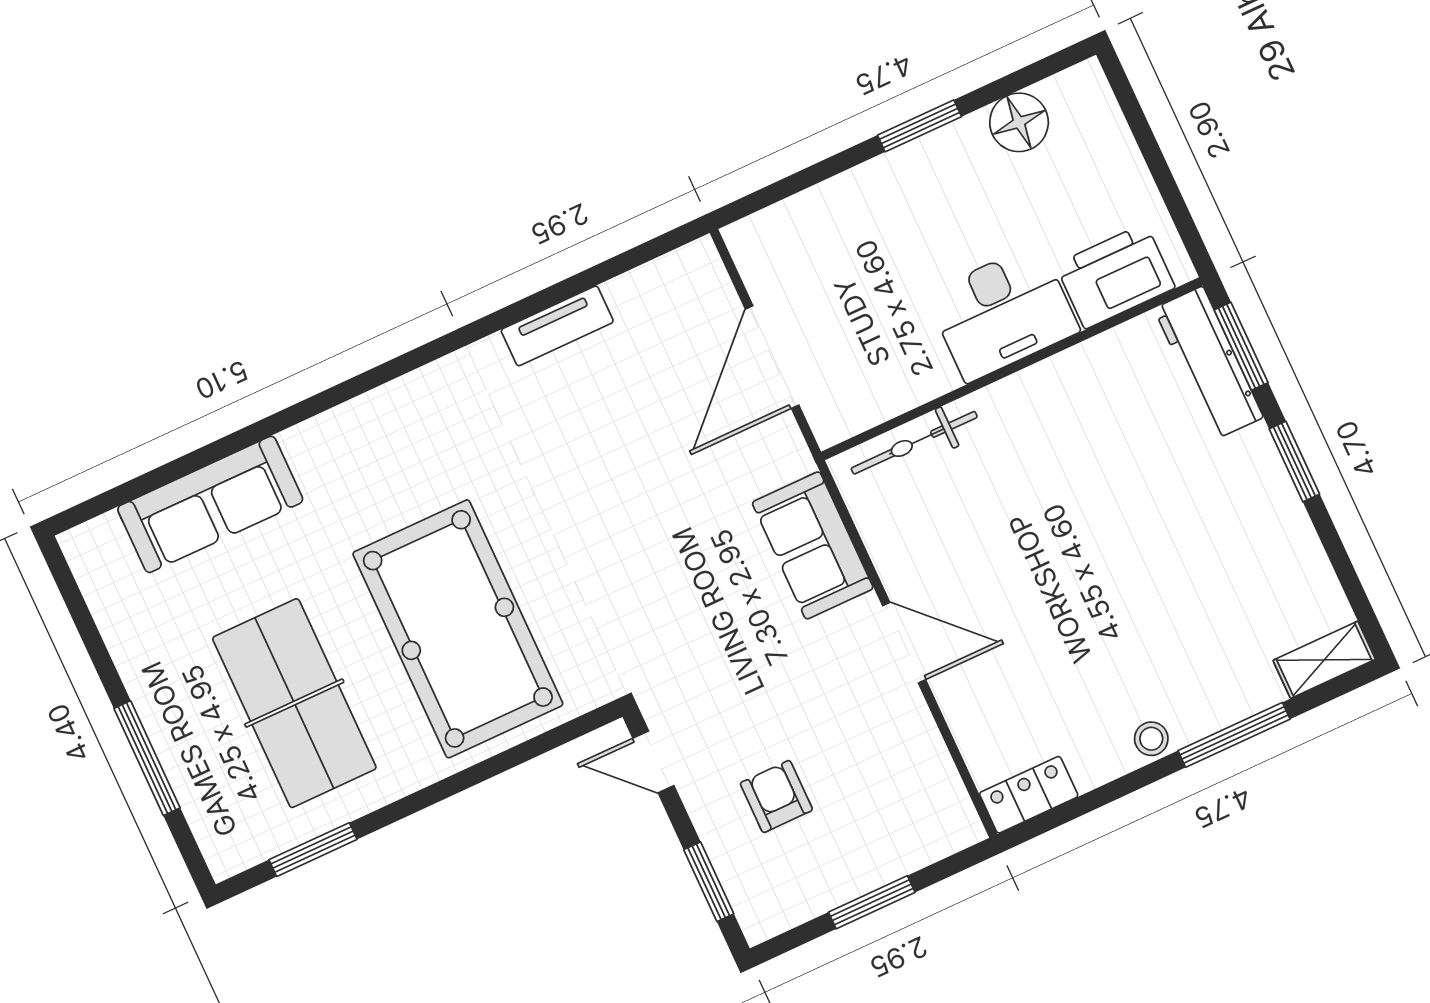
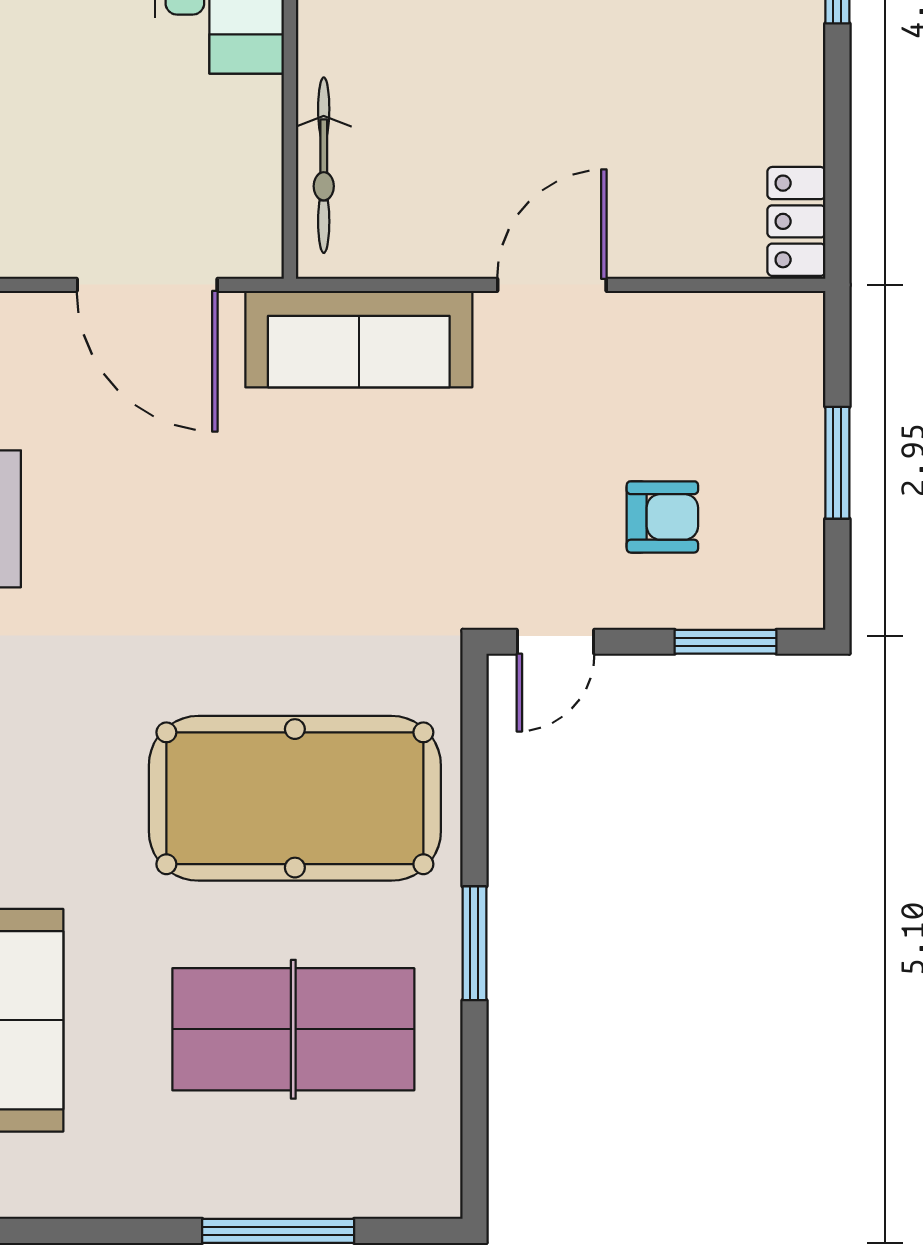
sofa: (813, 545) -> (359, 339), width x1.36
stool: (1151, 739) -> (797, 48), removed
armchair: (776, 796) -> (662, 517), turned 180
window: (313, 850) -> (474, 943), moved

